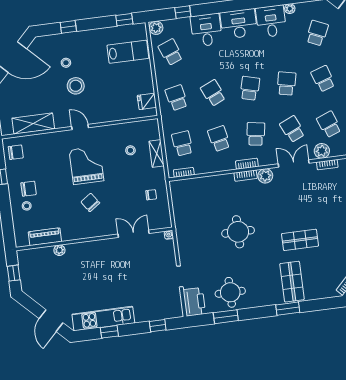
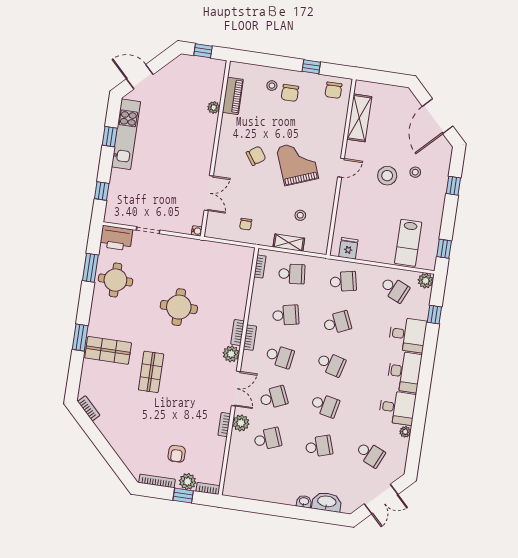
school desk: (171, 52) -> (395, 289), turned 45
grand piano: (86, 165) -> (297, 163), turned -111

